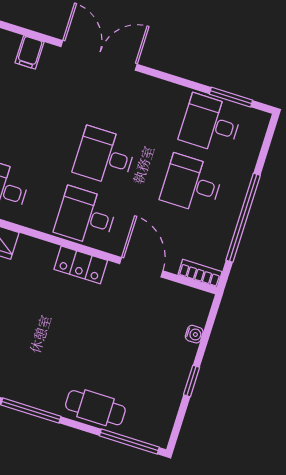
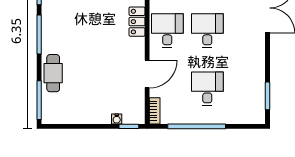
desk: (211, 124) -> (247, 89), removed
locker: (81, 265) -> (137, 22), moved
window: (192, 381) -> (129, 126), moved

